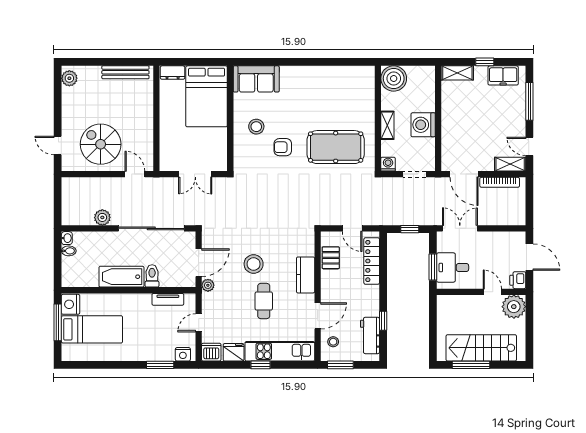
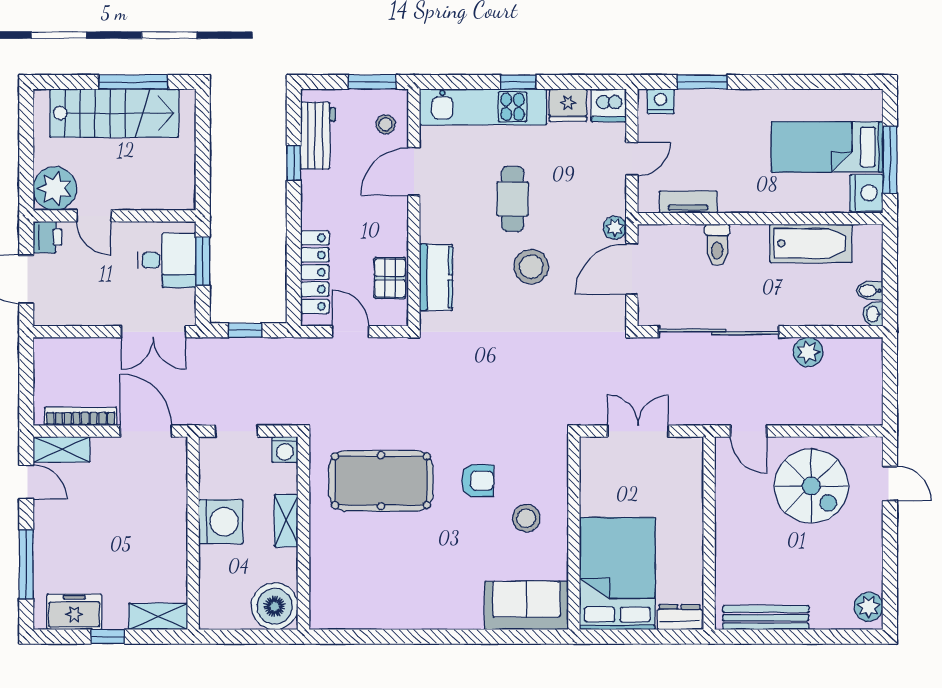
kitchen counter: (306, 275) -> (436, 277), moved
bathtub: (121, 277) -> (811, 243), moved

